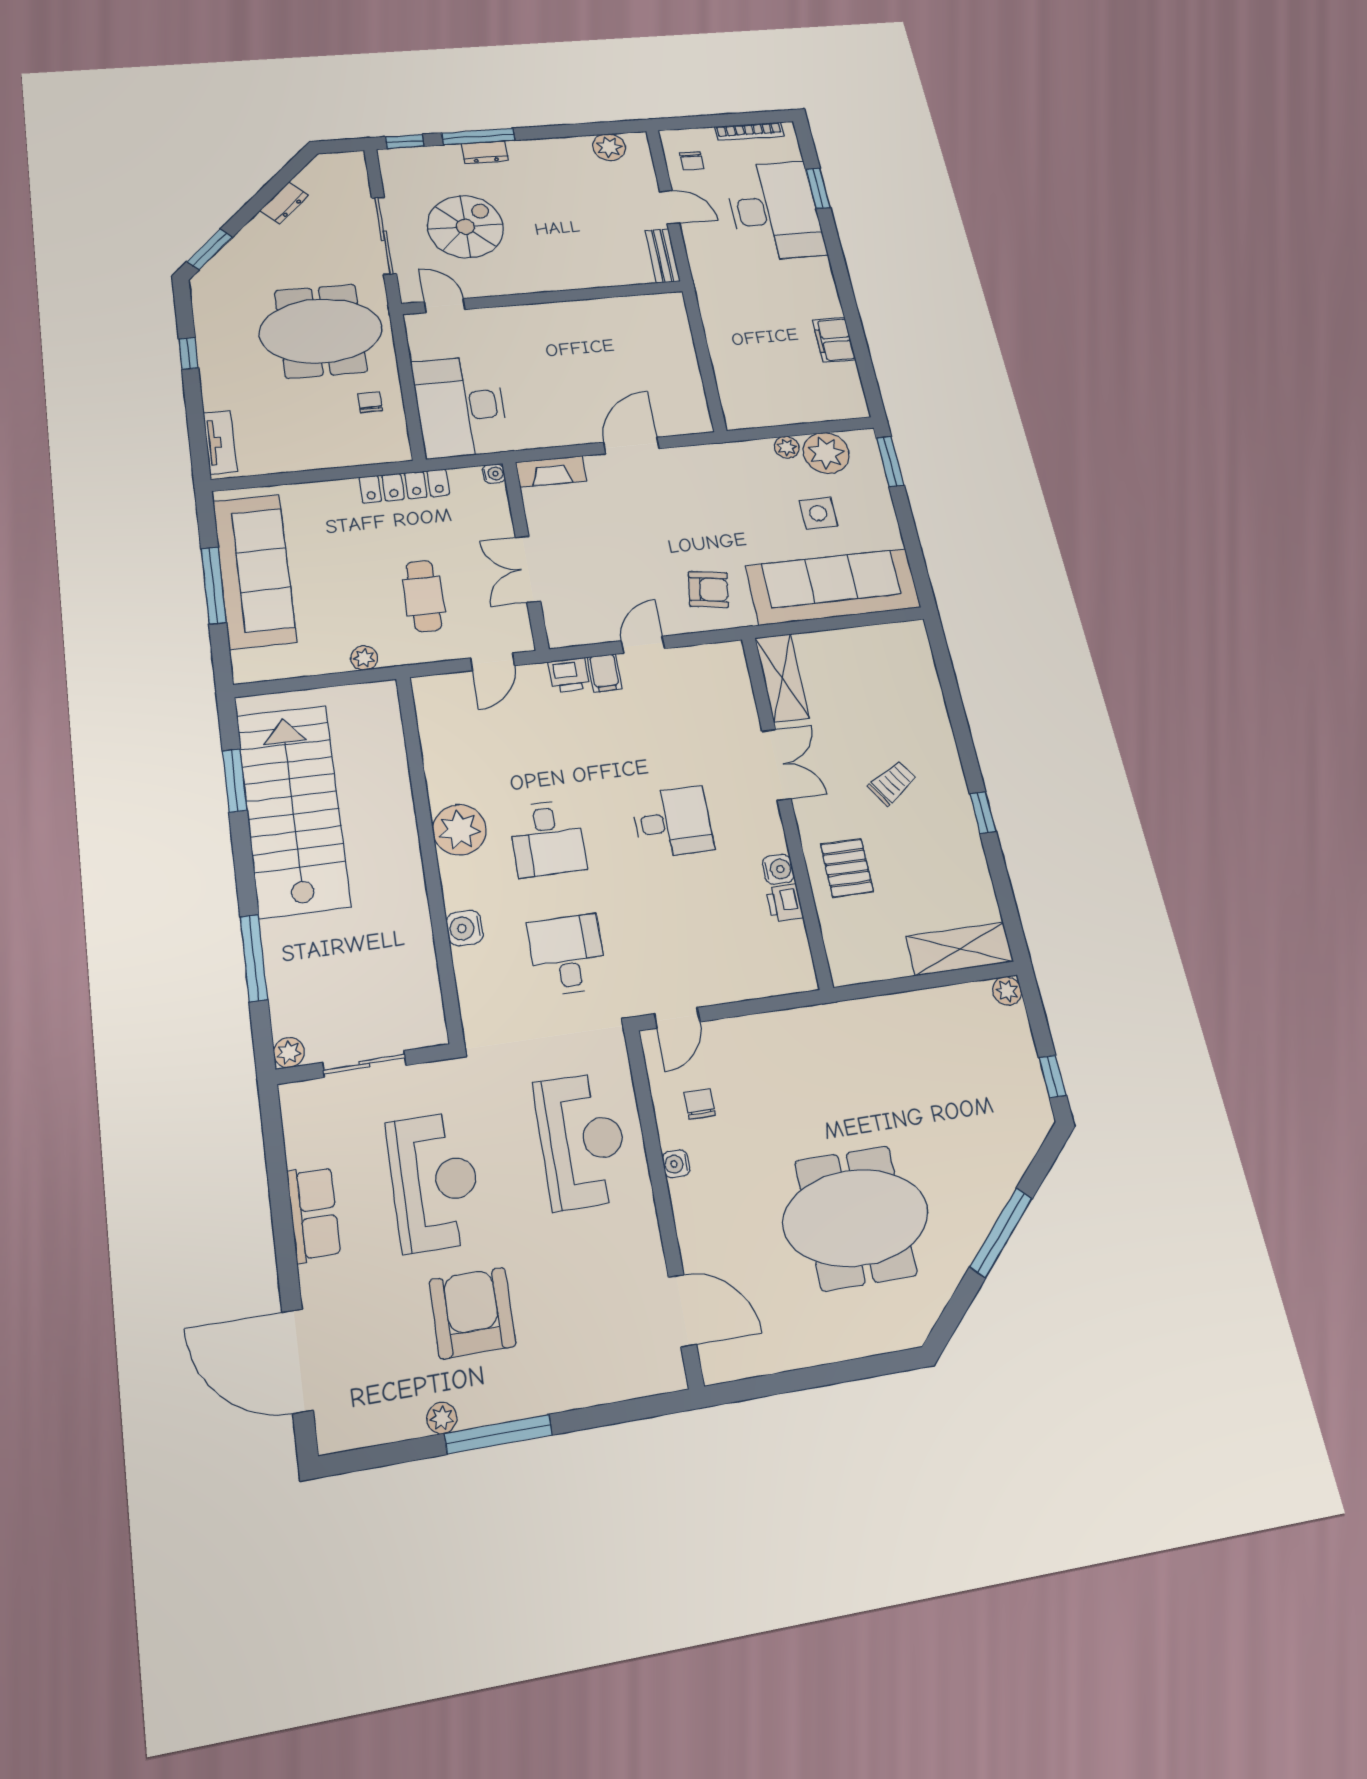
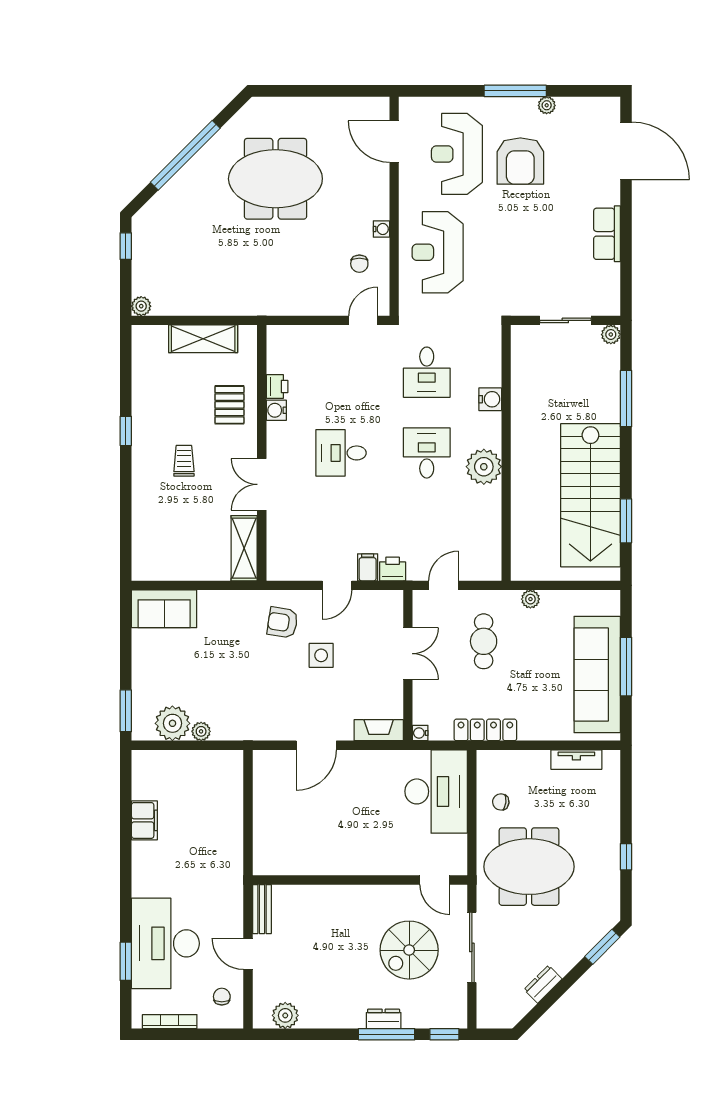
chair: (370, 402) -> (501, 802), turned 97
tv unit: (220, 442) -> (576, 760), moved, turned -90
side table: (818, 513) -> (321, 655), moved
sofa: (833, 587) -> (164, 609), width x0.54, depth x0.79
trolley: (892, 783) -> (184, 461), turned 123
shelving: (960, 949) -> (203, 339), moved
reception desk: (434, 1182) -> (457, 154), moved
window: (1001, 1232) -> (185, 155), width x1.46

